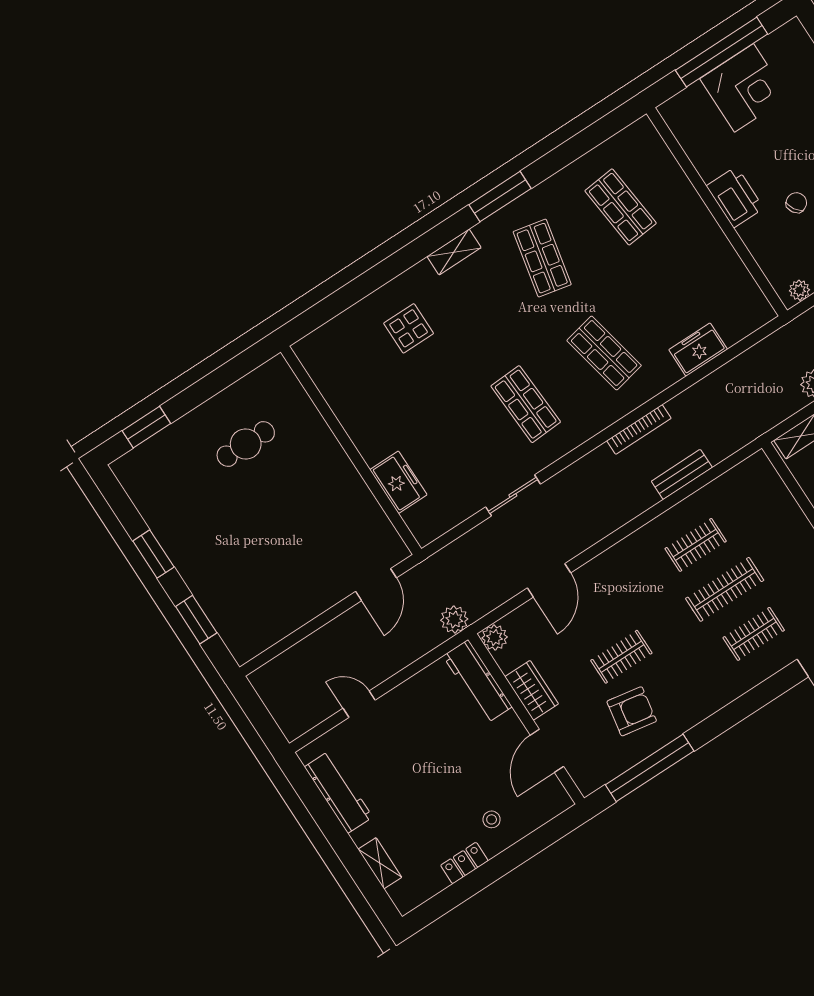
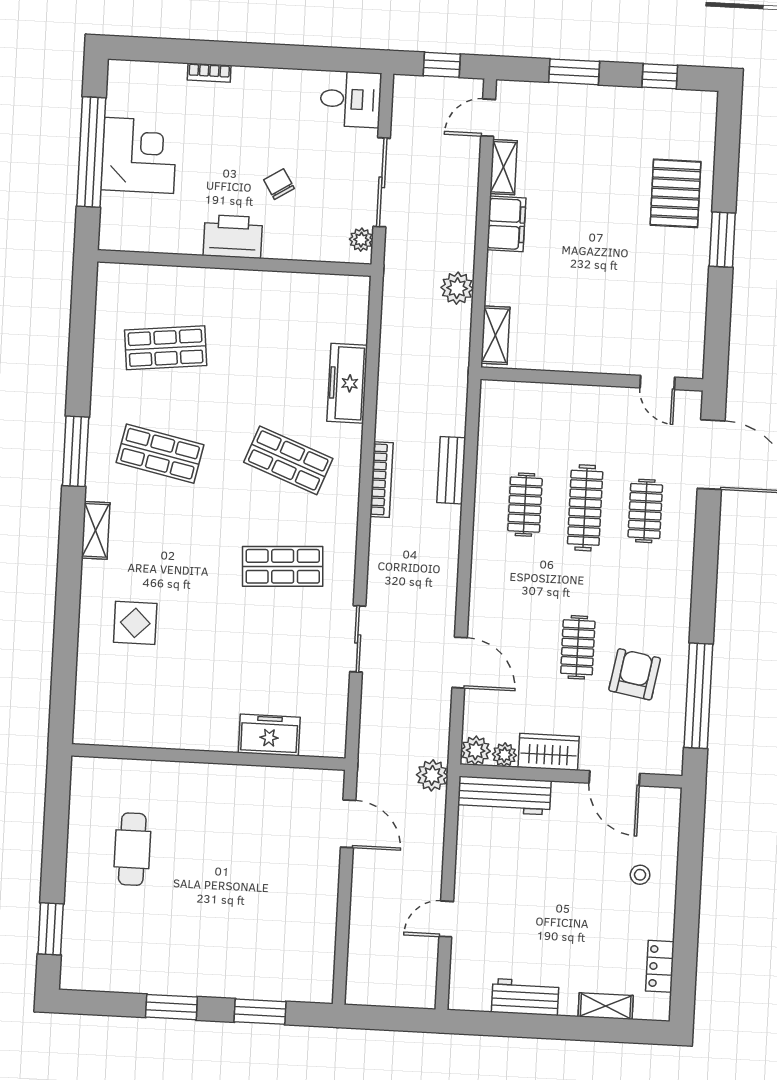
freezer: (698, 350) -> (347, 383), width x1.40
shop shelf: (604, 353) -> (288, 460), turned 33
plant: (507, 660) -> (504, 755), added
workbench: (339, 792) -> (525, 997), width x0.73
locker: (464, 863) -> (660, 966), moved

